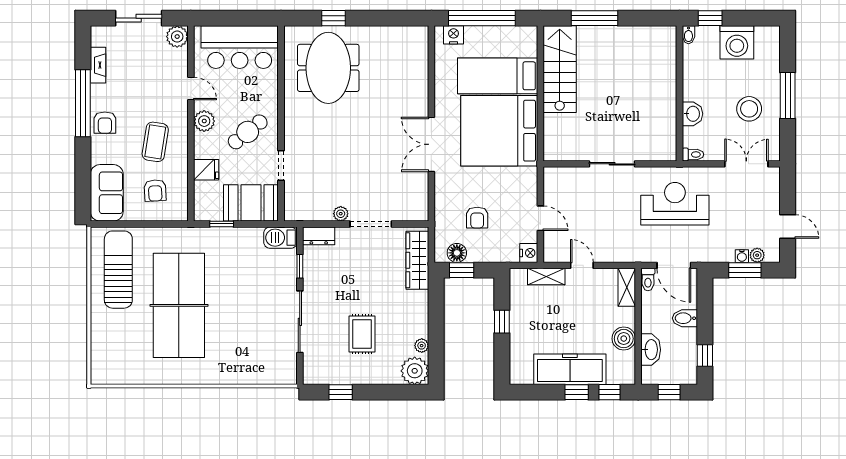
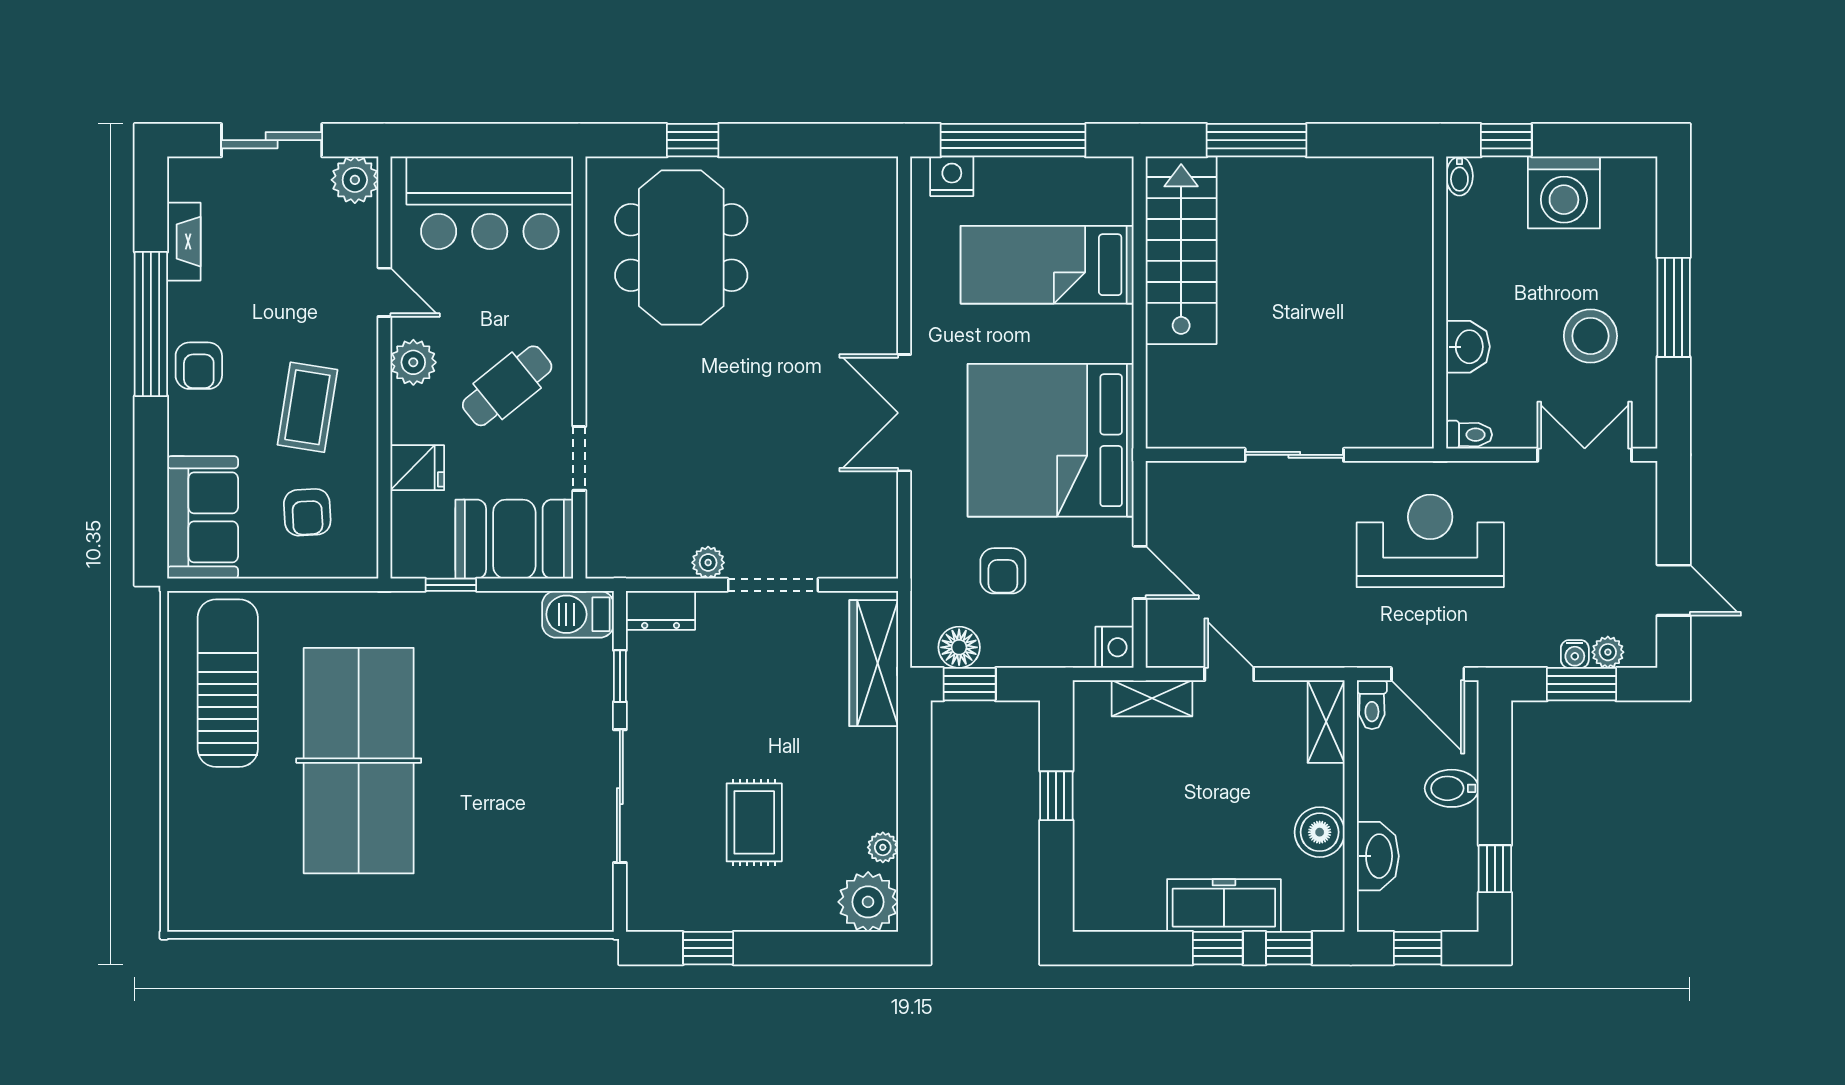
bed: (499, 131) -> (1051, 440), moved
freezer: (570, 369) -> (1224, 905), width x0.73, depth x0.79

